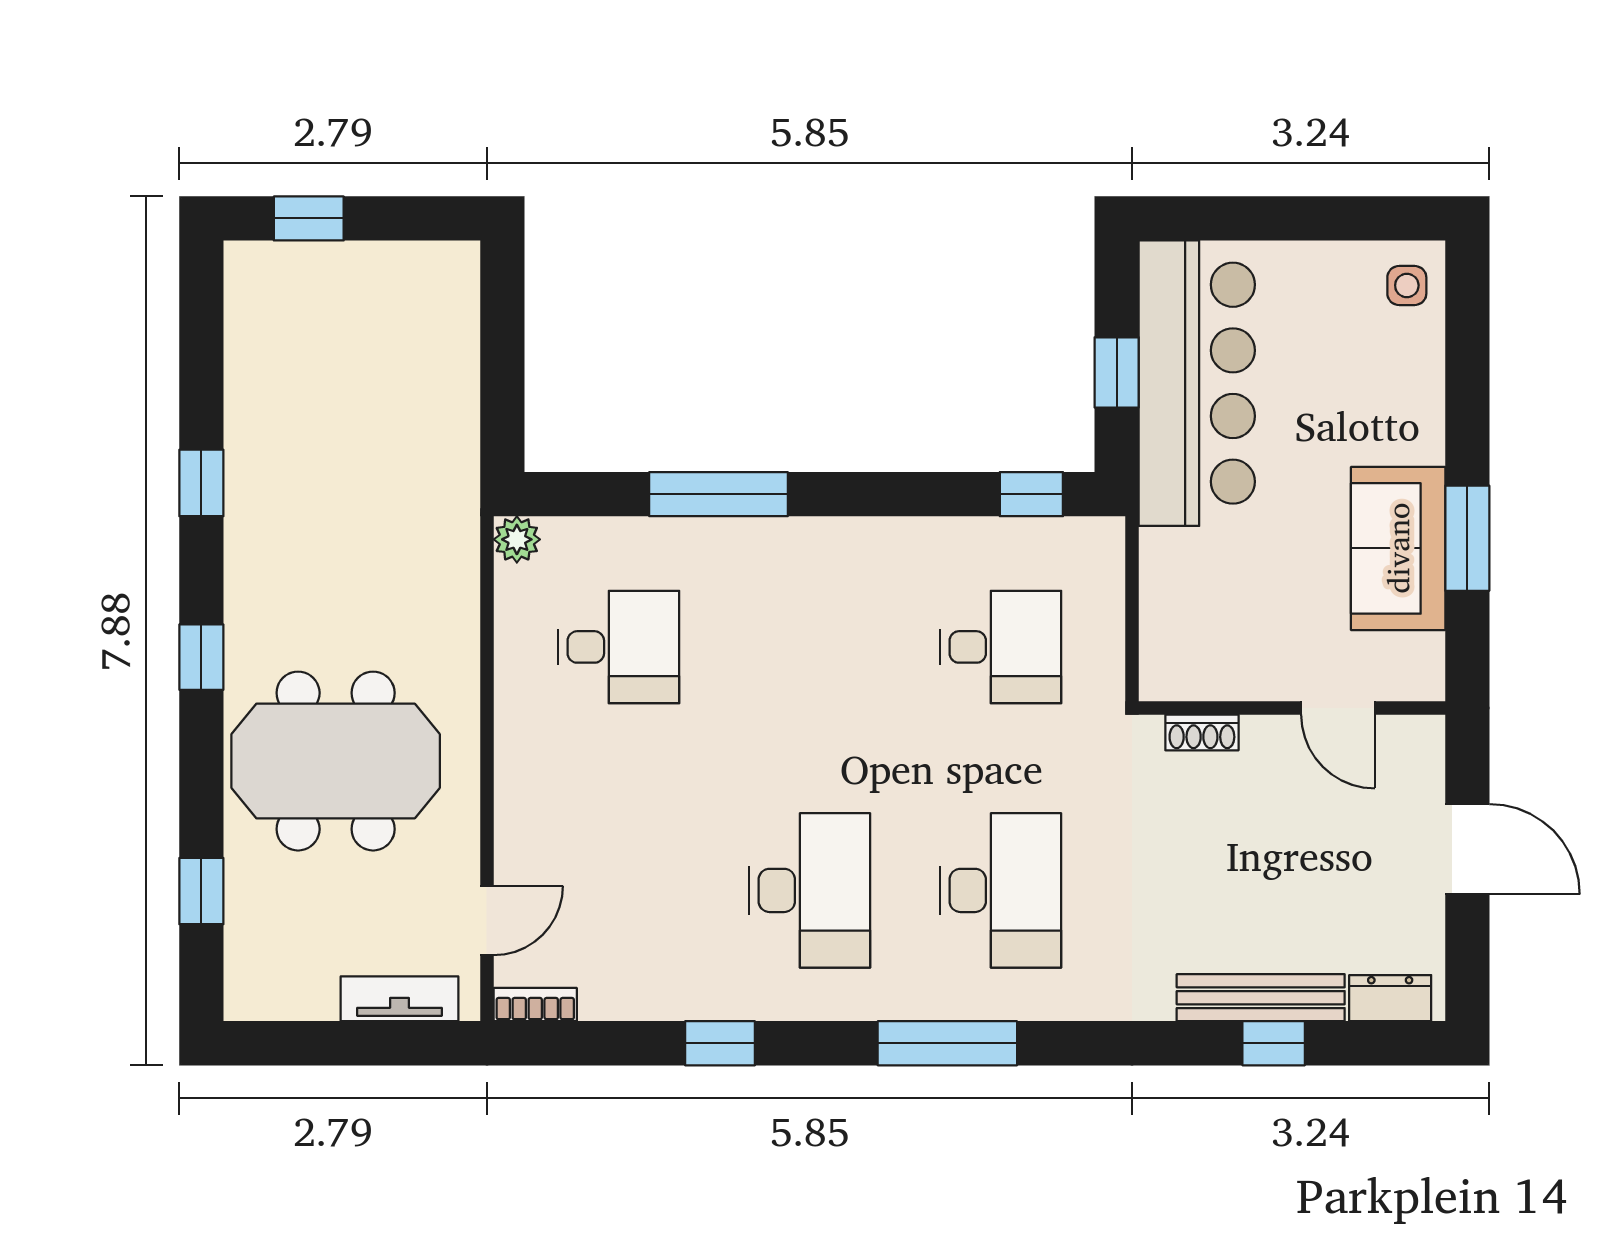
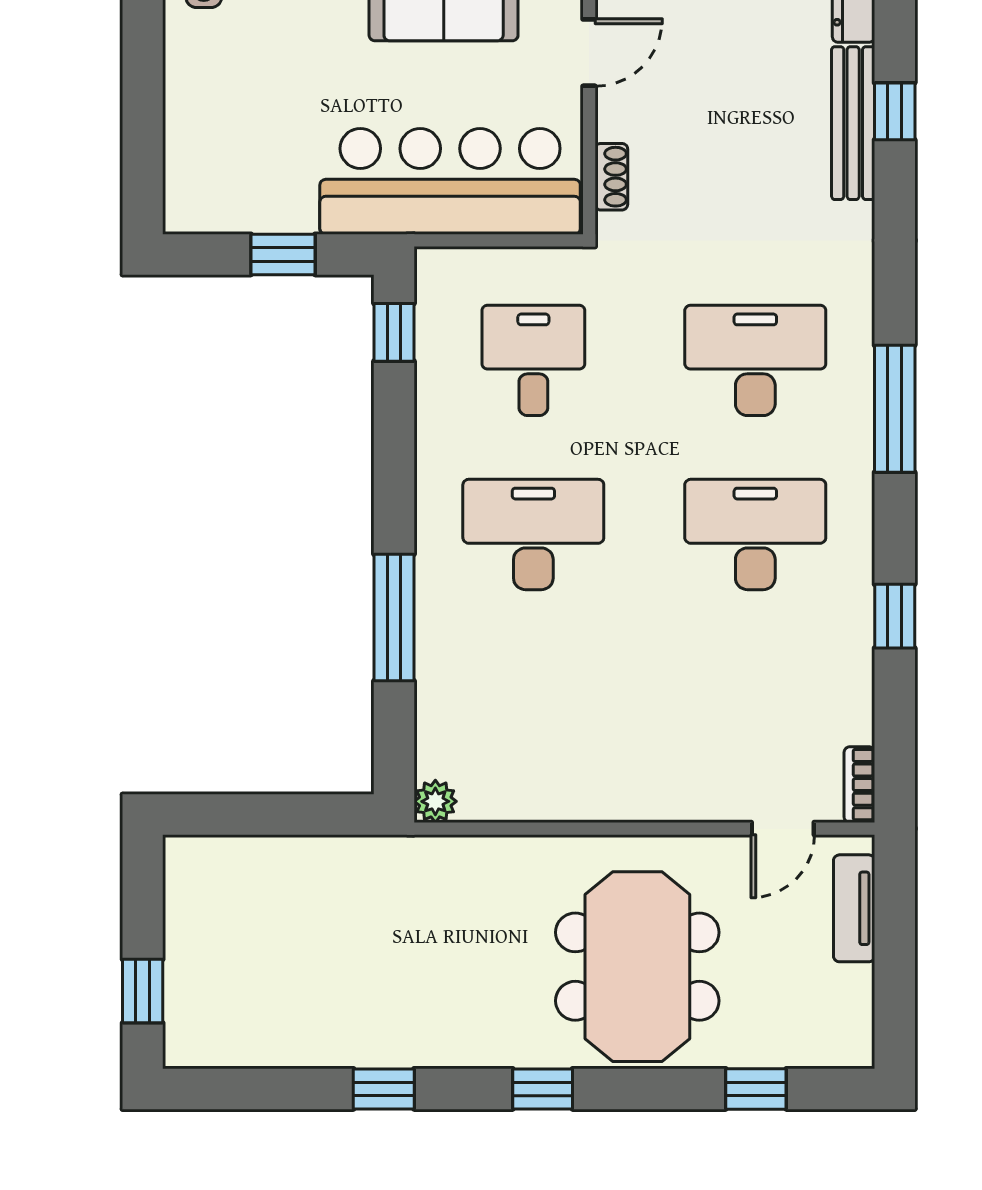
bar counter: (1197, 383) -> (450, 181), moved
desk: (619, 647) -> (533, 534), moved, width x1.37
door: (487, 921) -> (783, 829), swing flipped

